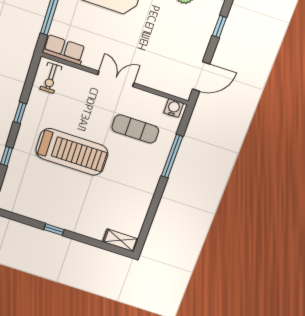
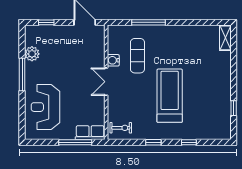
row of seats: (64, 50) -> (90, 133), moved, turned 90
water cooler: (174, 108) -> (113, 60), moved
window: (54, 230) -> (234, 108), moved

